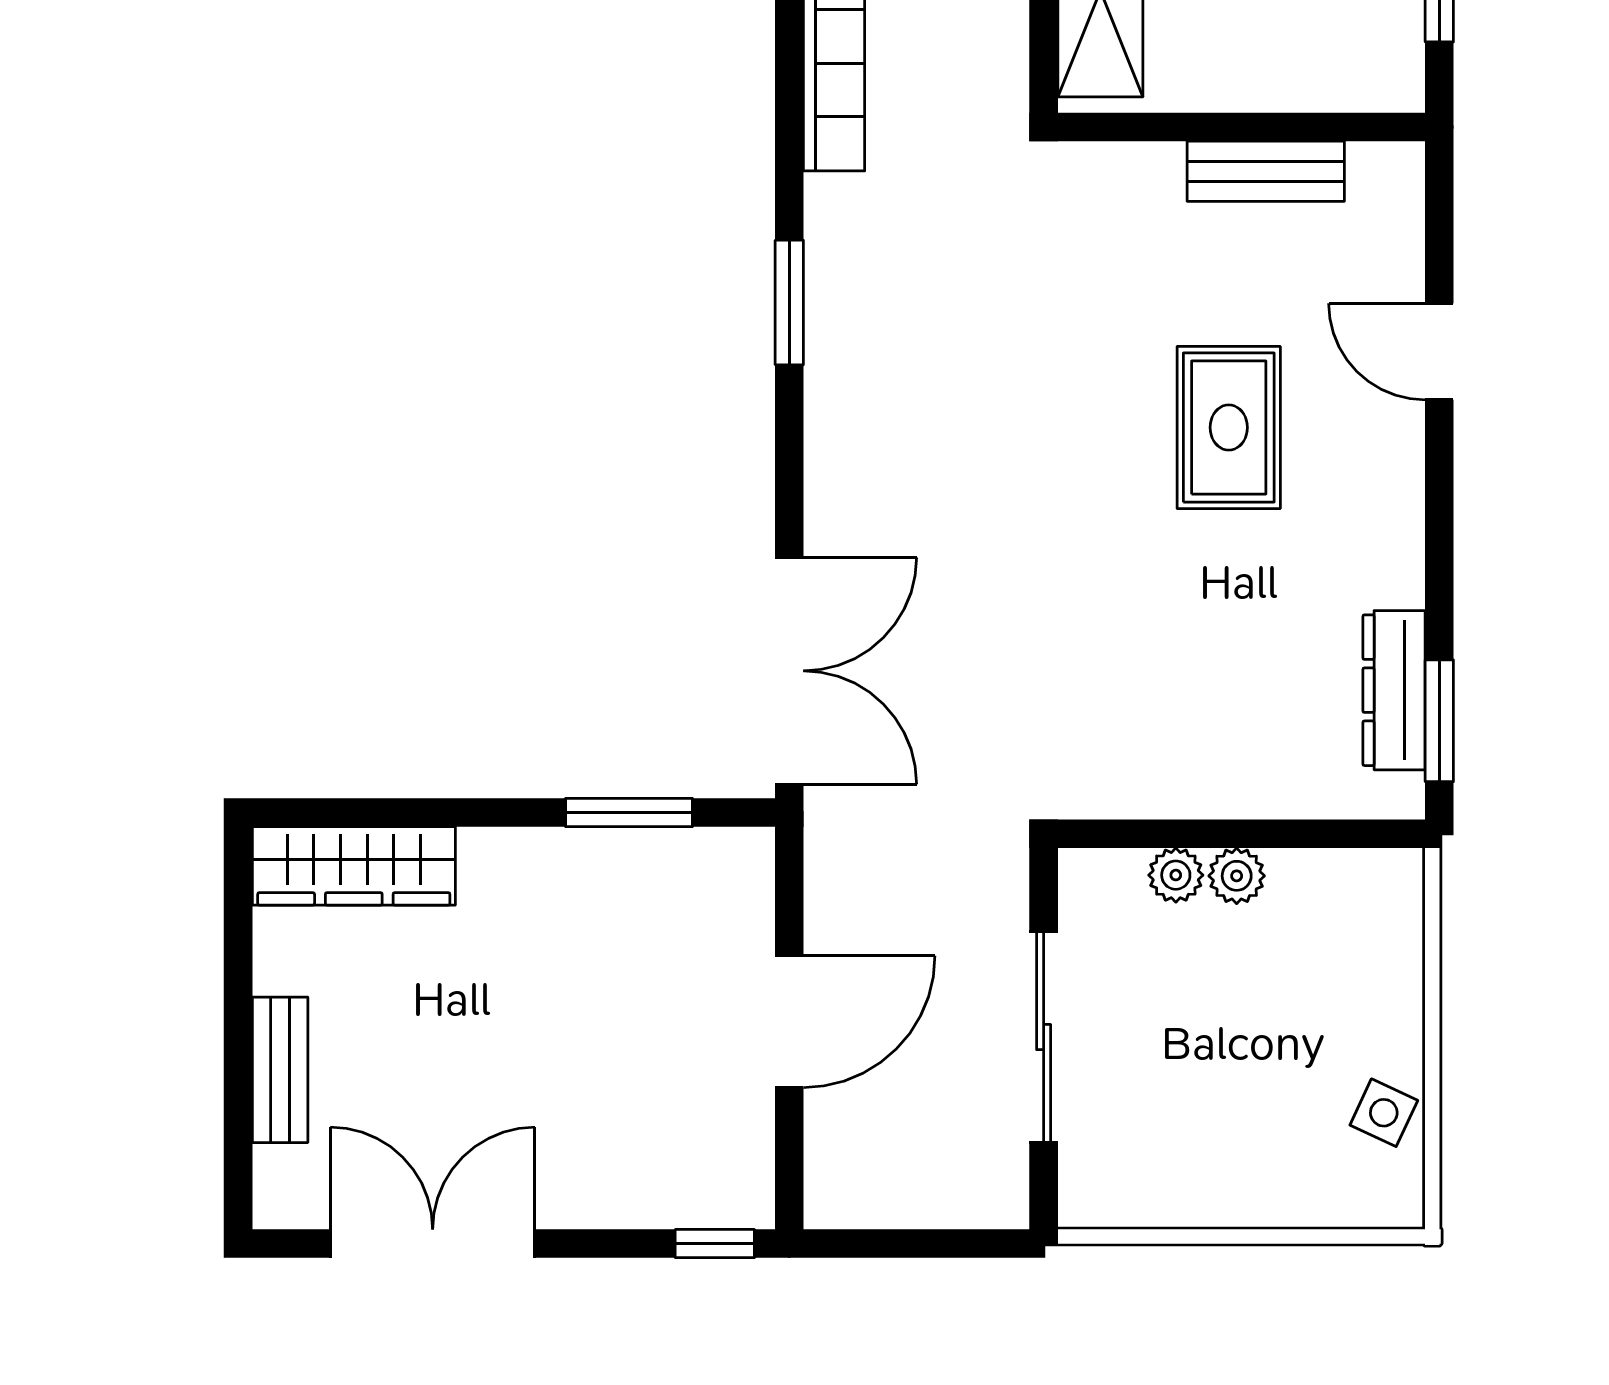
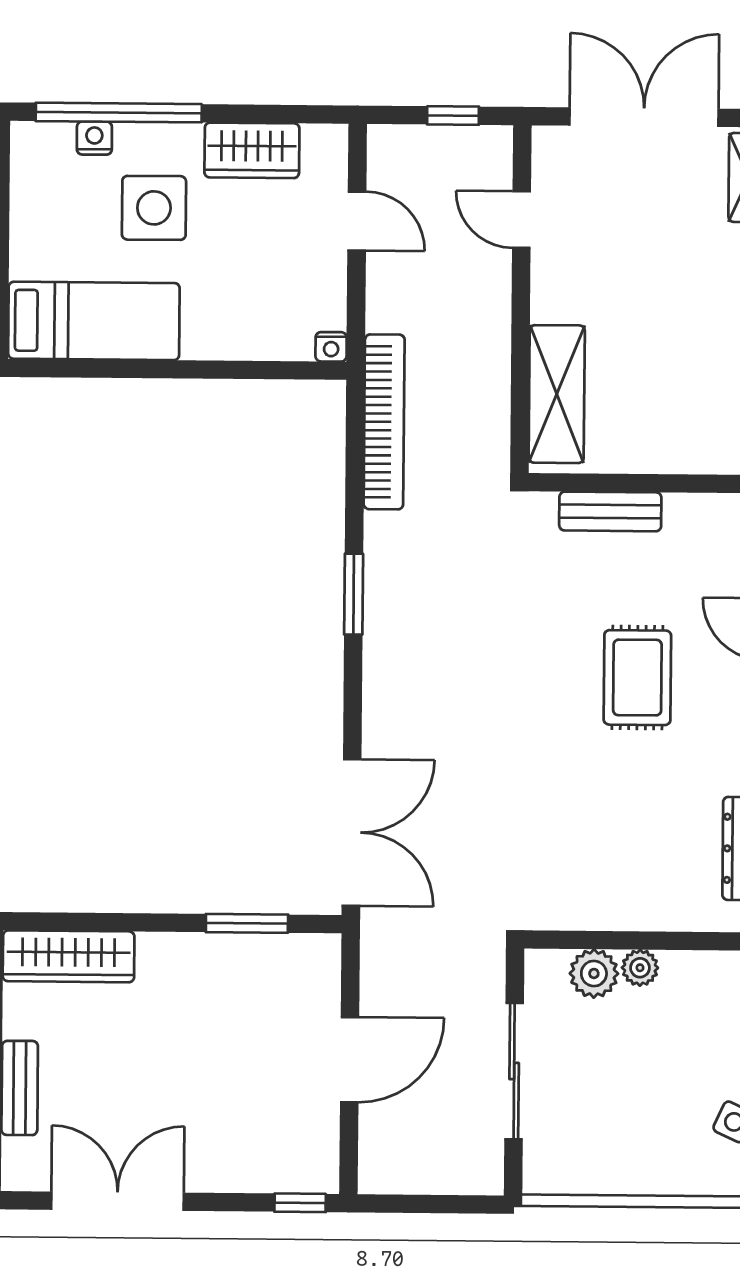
bench: (1266, 171) -> (610, 511), moved
plant: (1176, 875) -> (594, 973), width x1.38, depth x1.38

